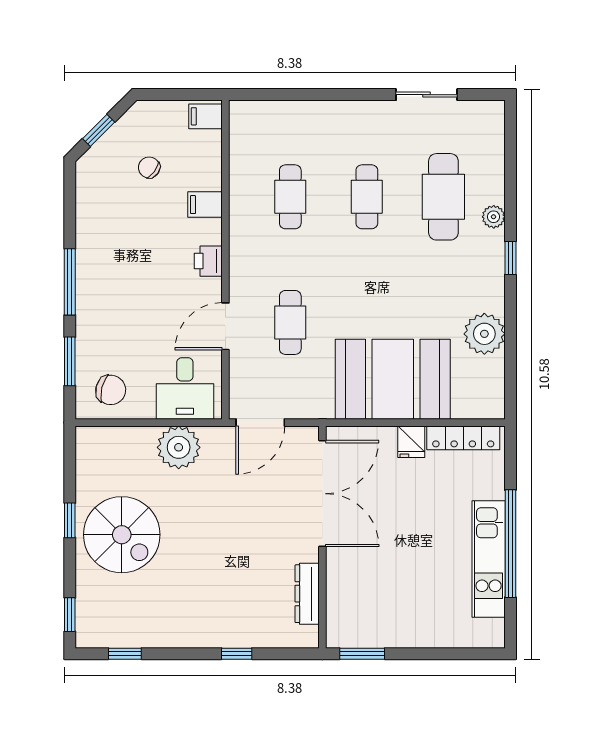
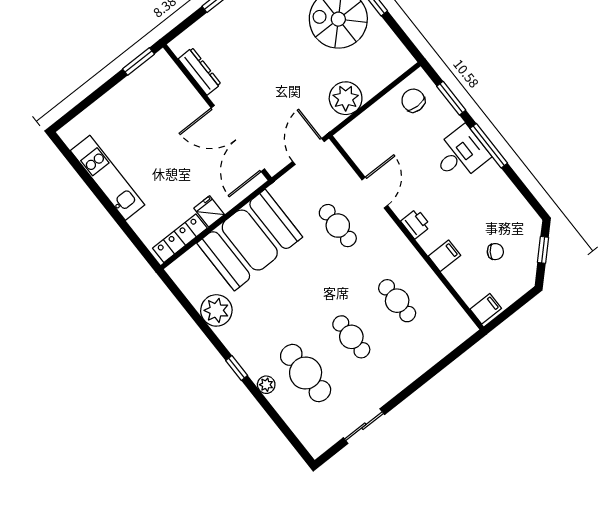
desk: (185, 389) -> (460, 154), moved, turned 90
chair: (111, 390) -> (413, 100), turned 76
window: (510, 544) -> (102, 197), removed

